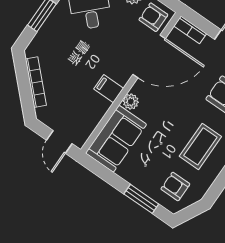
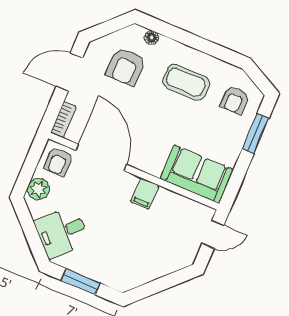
bookcase: (36, 82) -> (154, 273), removed
plant: (131, 102) -> (154, 167), removed

